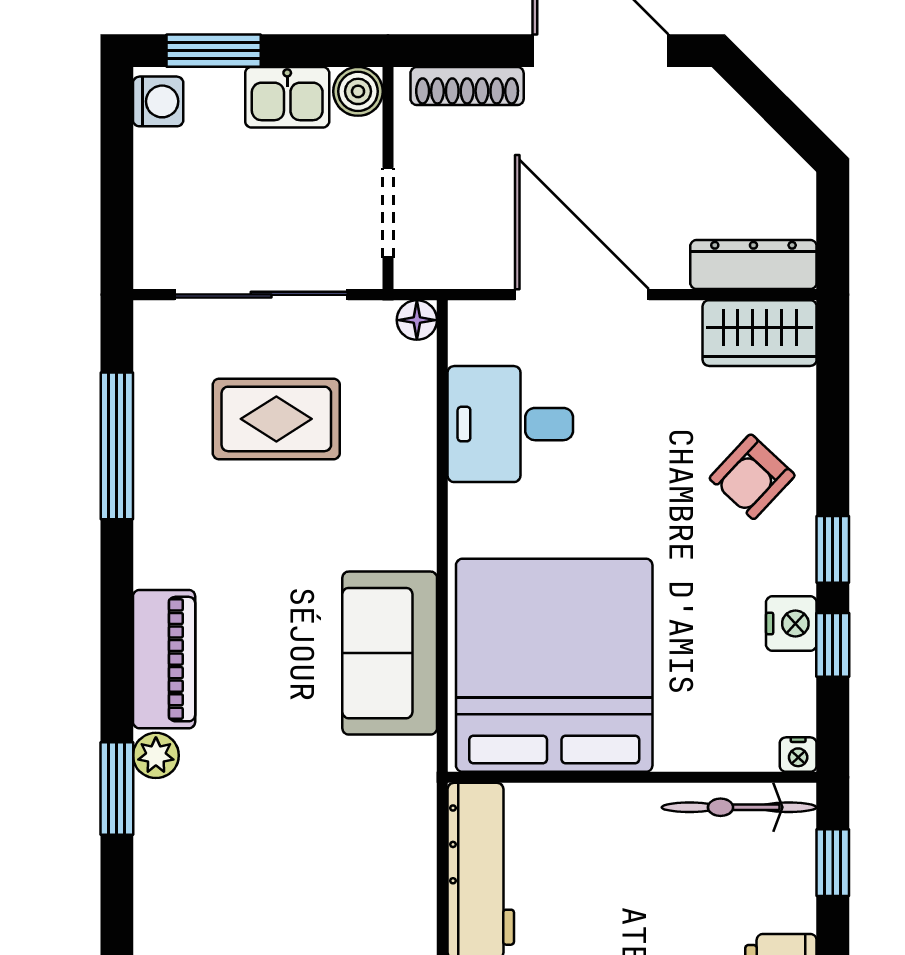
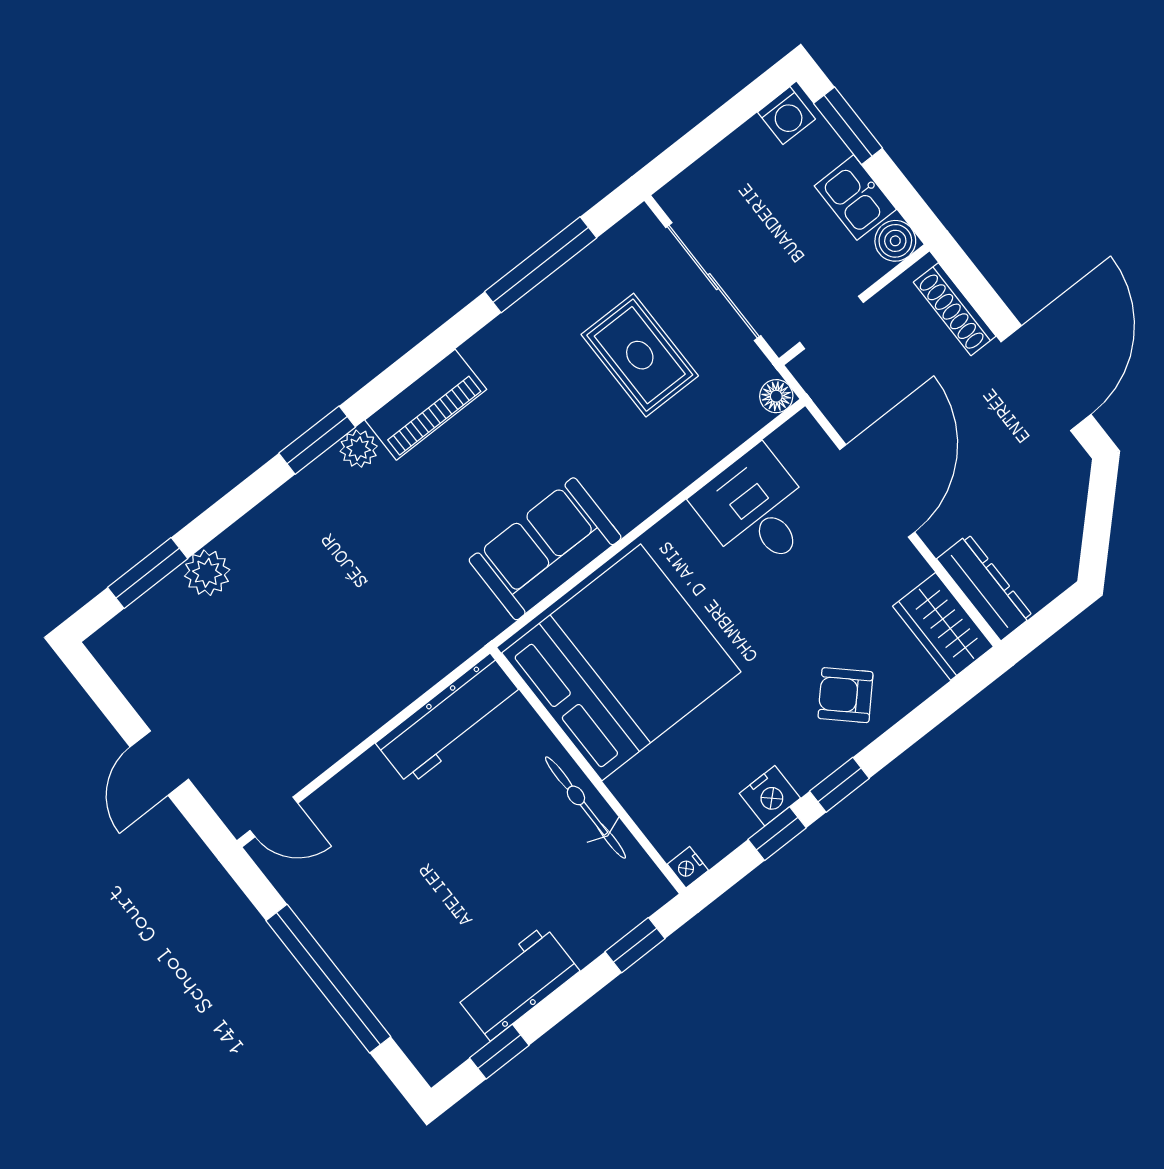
bicycle: (739, 807) -> (585, 808), moved

